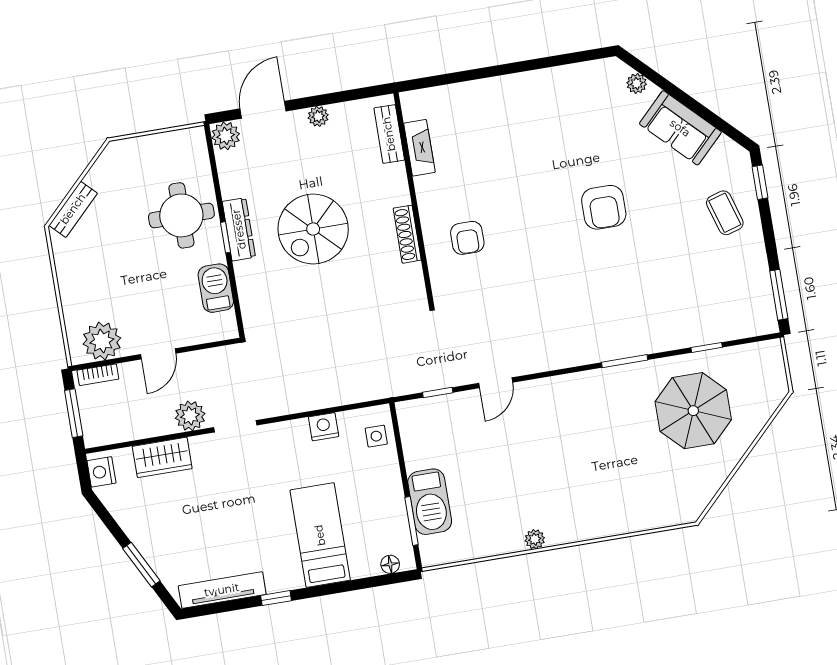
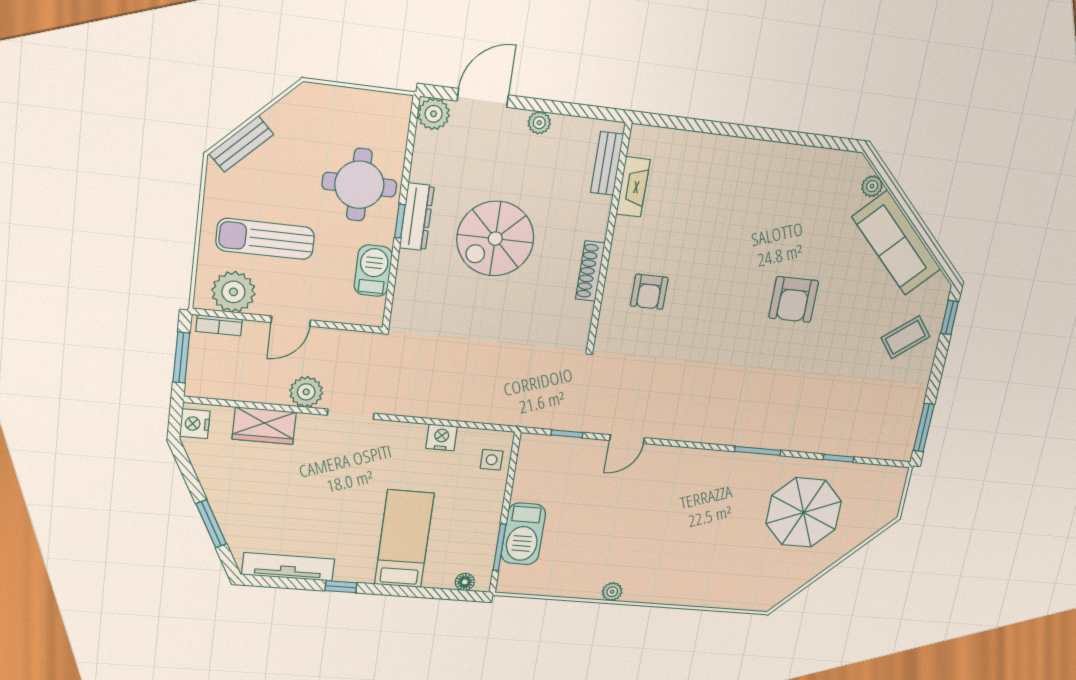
sofa: (680, 128) -> (897, 243), width x1.36
coffee table: (725, 213) -> (905, 337), turned 69
sun lounger: (116, 286) -> (265, 239), added

